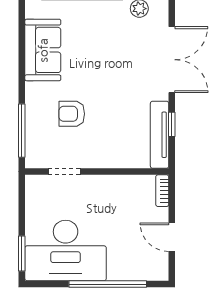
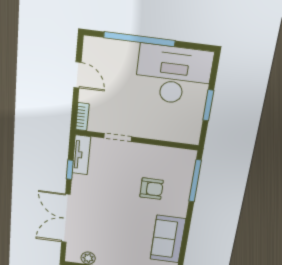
tv unit: (160, 135) -> (81, 155), width x0.71
doorway: (64, 172) -> (118, 137), moved
window: (22, 253) -> (208, 105), moved

